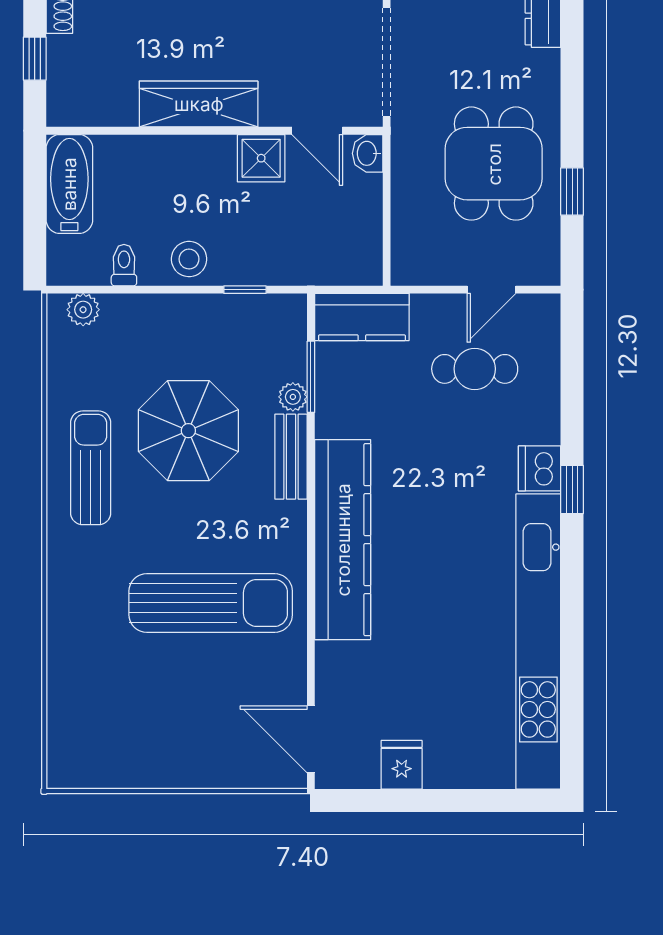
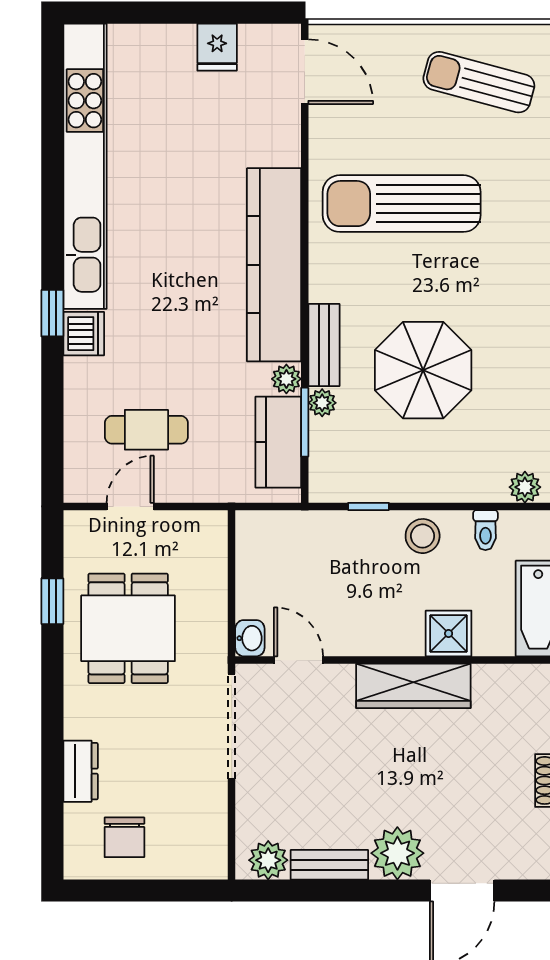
shower: (261, 158) -> (449, 633), moved
kitchen counter: (362, 317) -> (278, 442), moved, turned -90
plant: (330, 422) -> (286, 379), added
sun lounger: (91, 468) -> (479, 82), moved, turned 105

